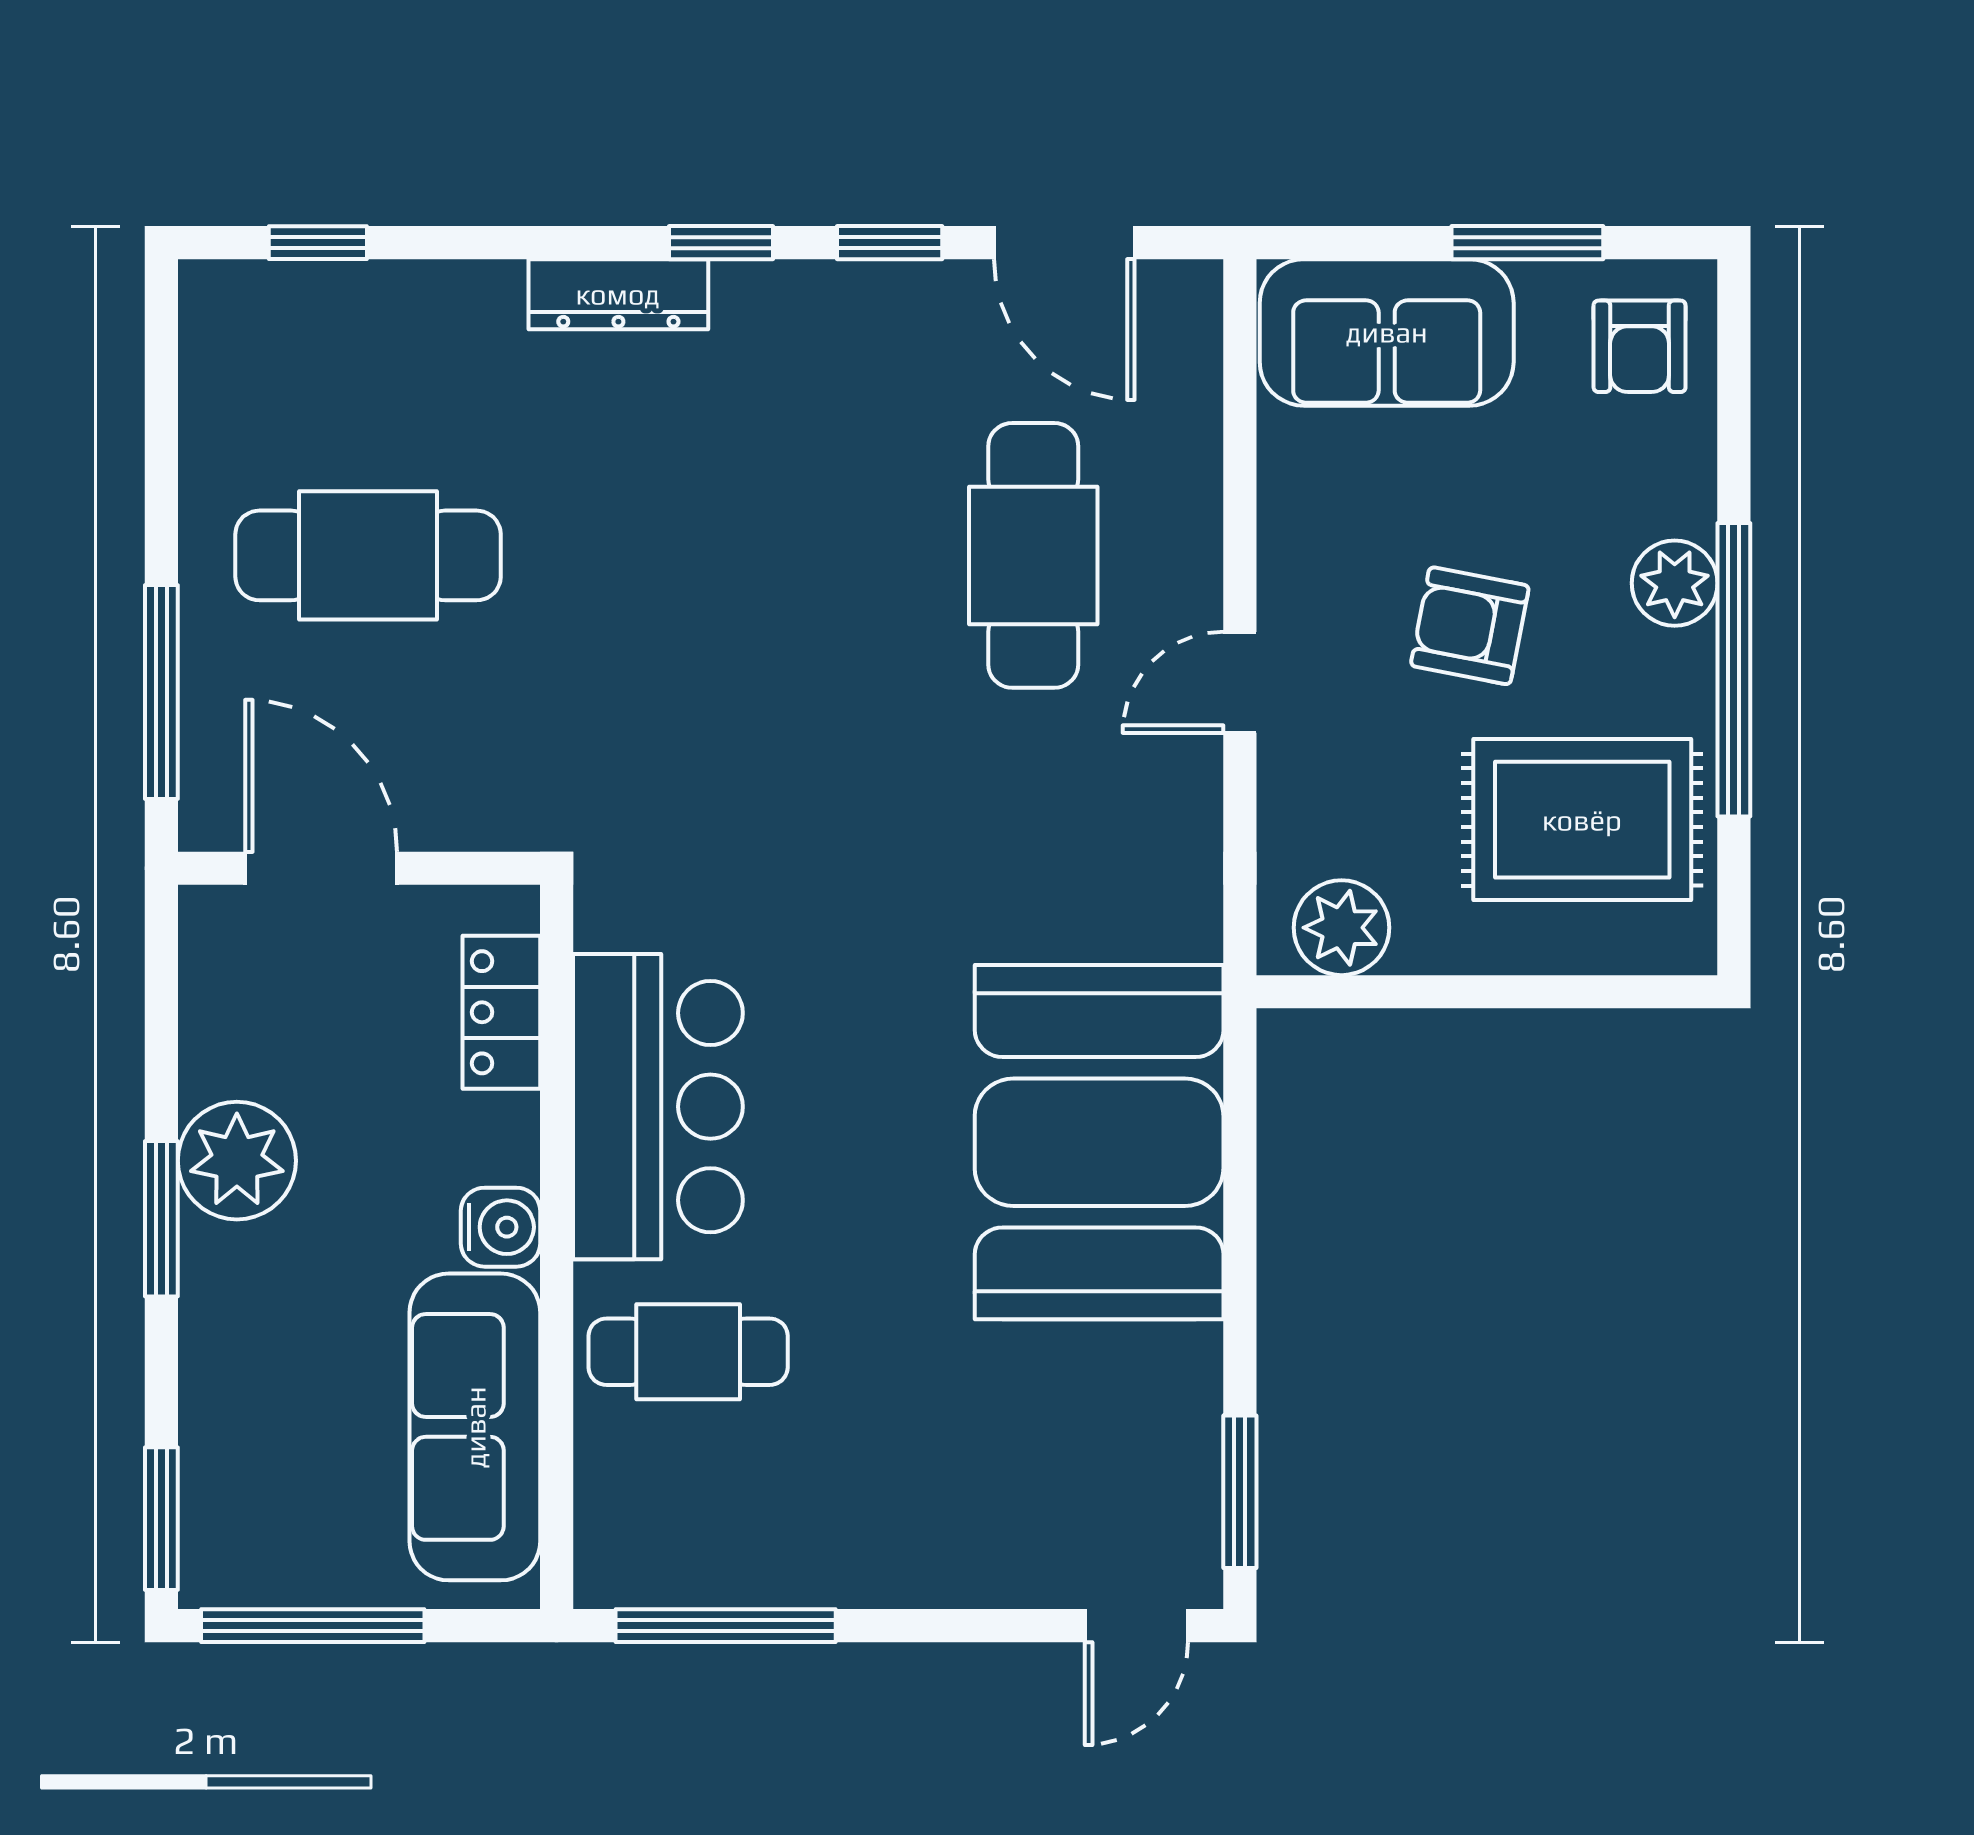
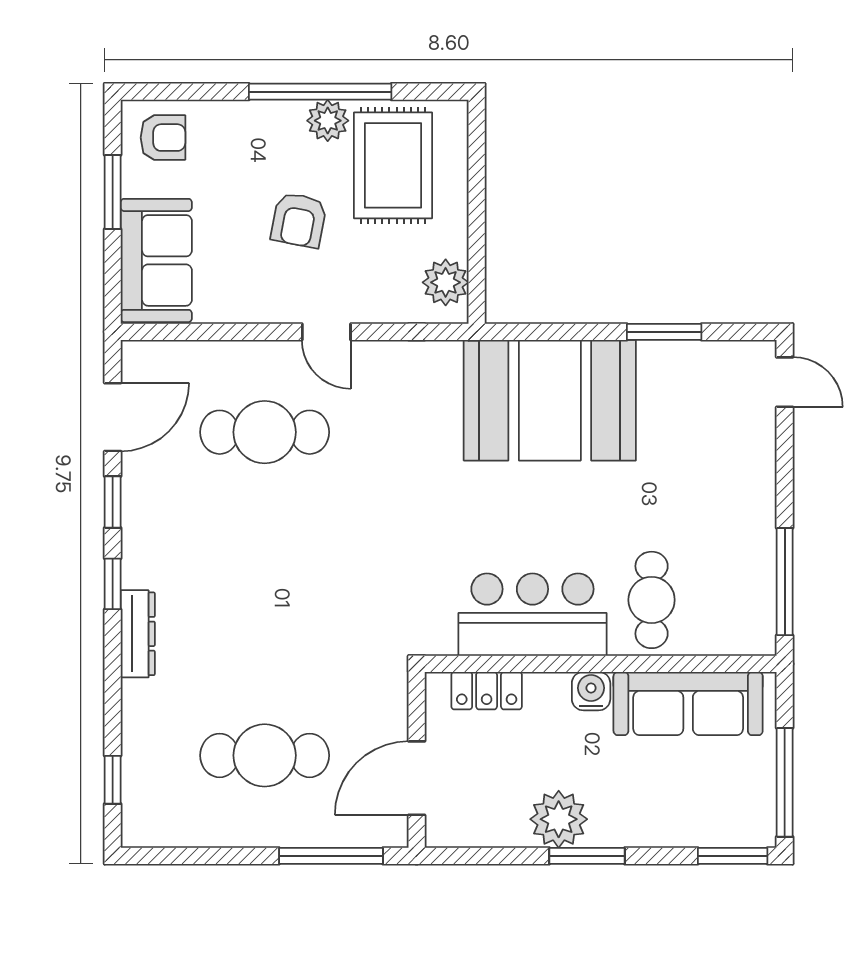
cafe table: (368, 555) -> (265, 755), turned 90
plant: (1675, 583) -> (328, 121), moved
window: (1240, 1492) -> (664, 332), moved

